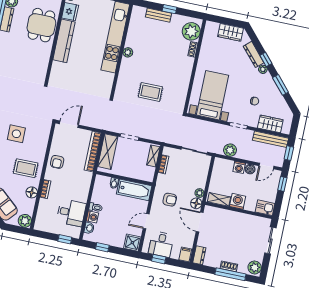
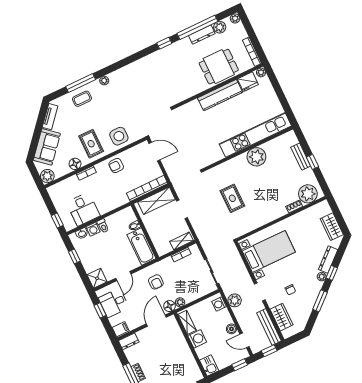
plant: (128, 52) -> (256, 157), width x1.88, depth x1.88
side table: (16, 134) -> (119, 136), moved
washing machine: (239, 167) -> (219, 304), moved
door: (146, 221) -> (123, 276), swing flipped

